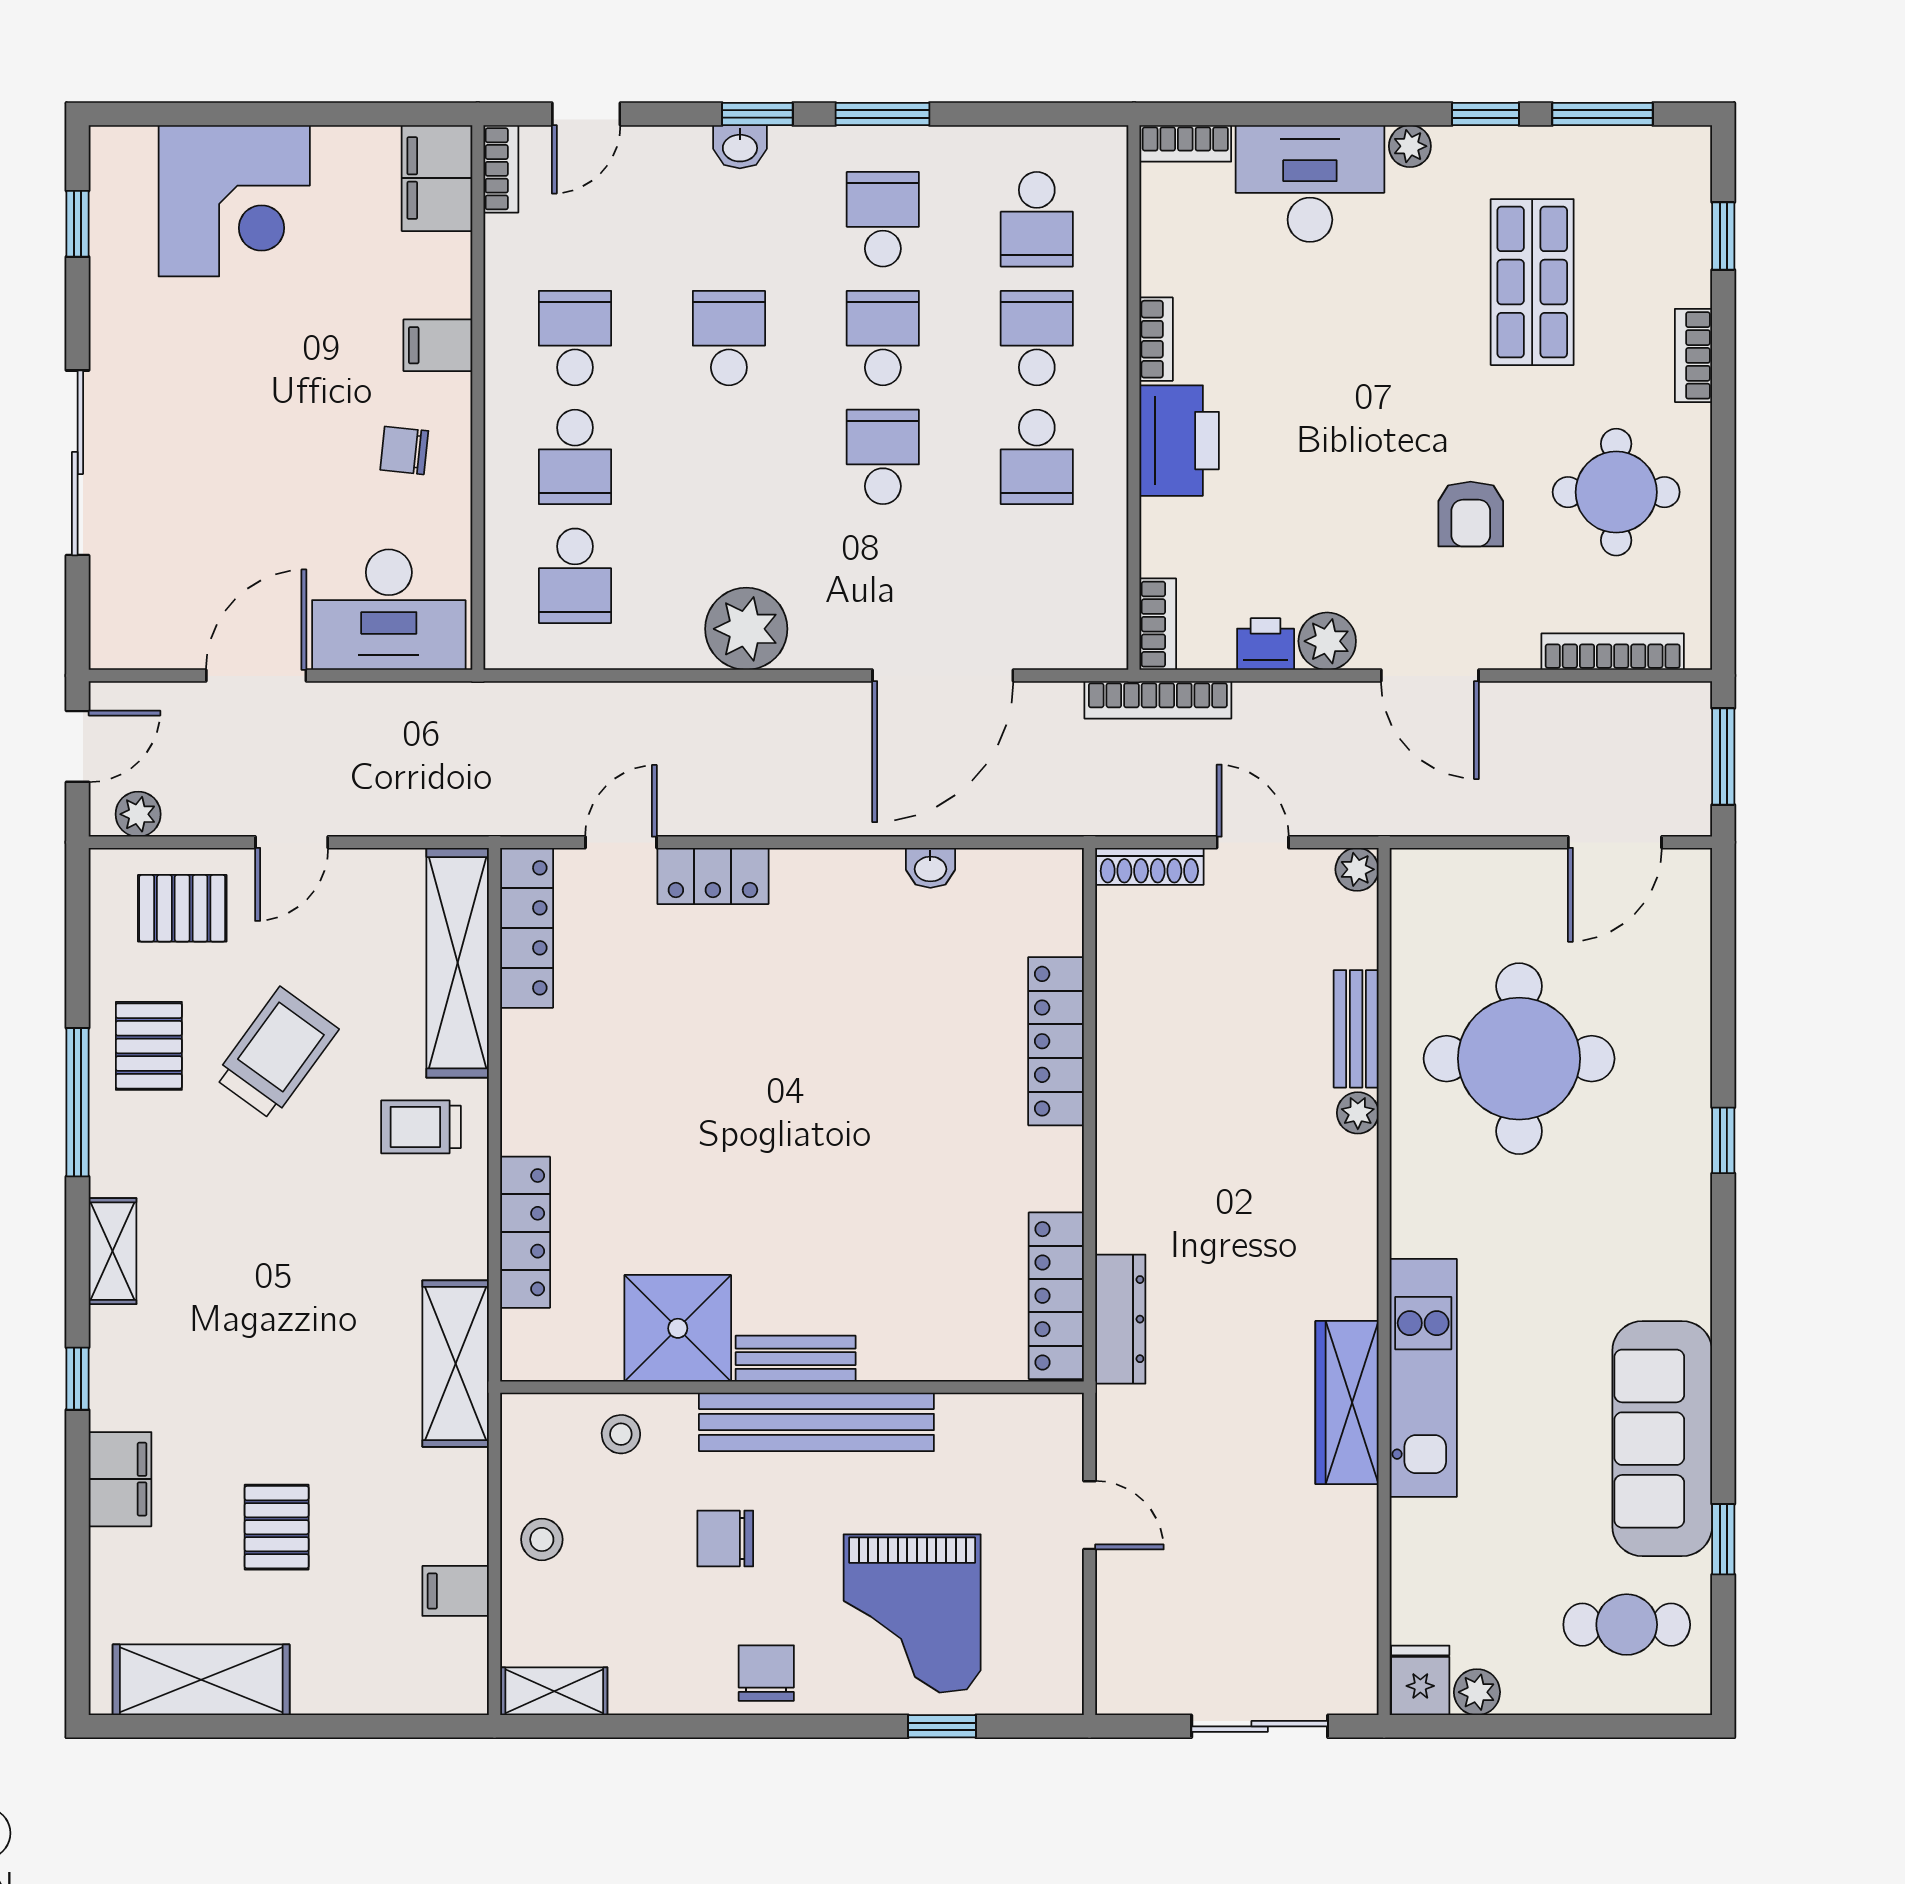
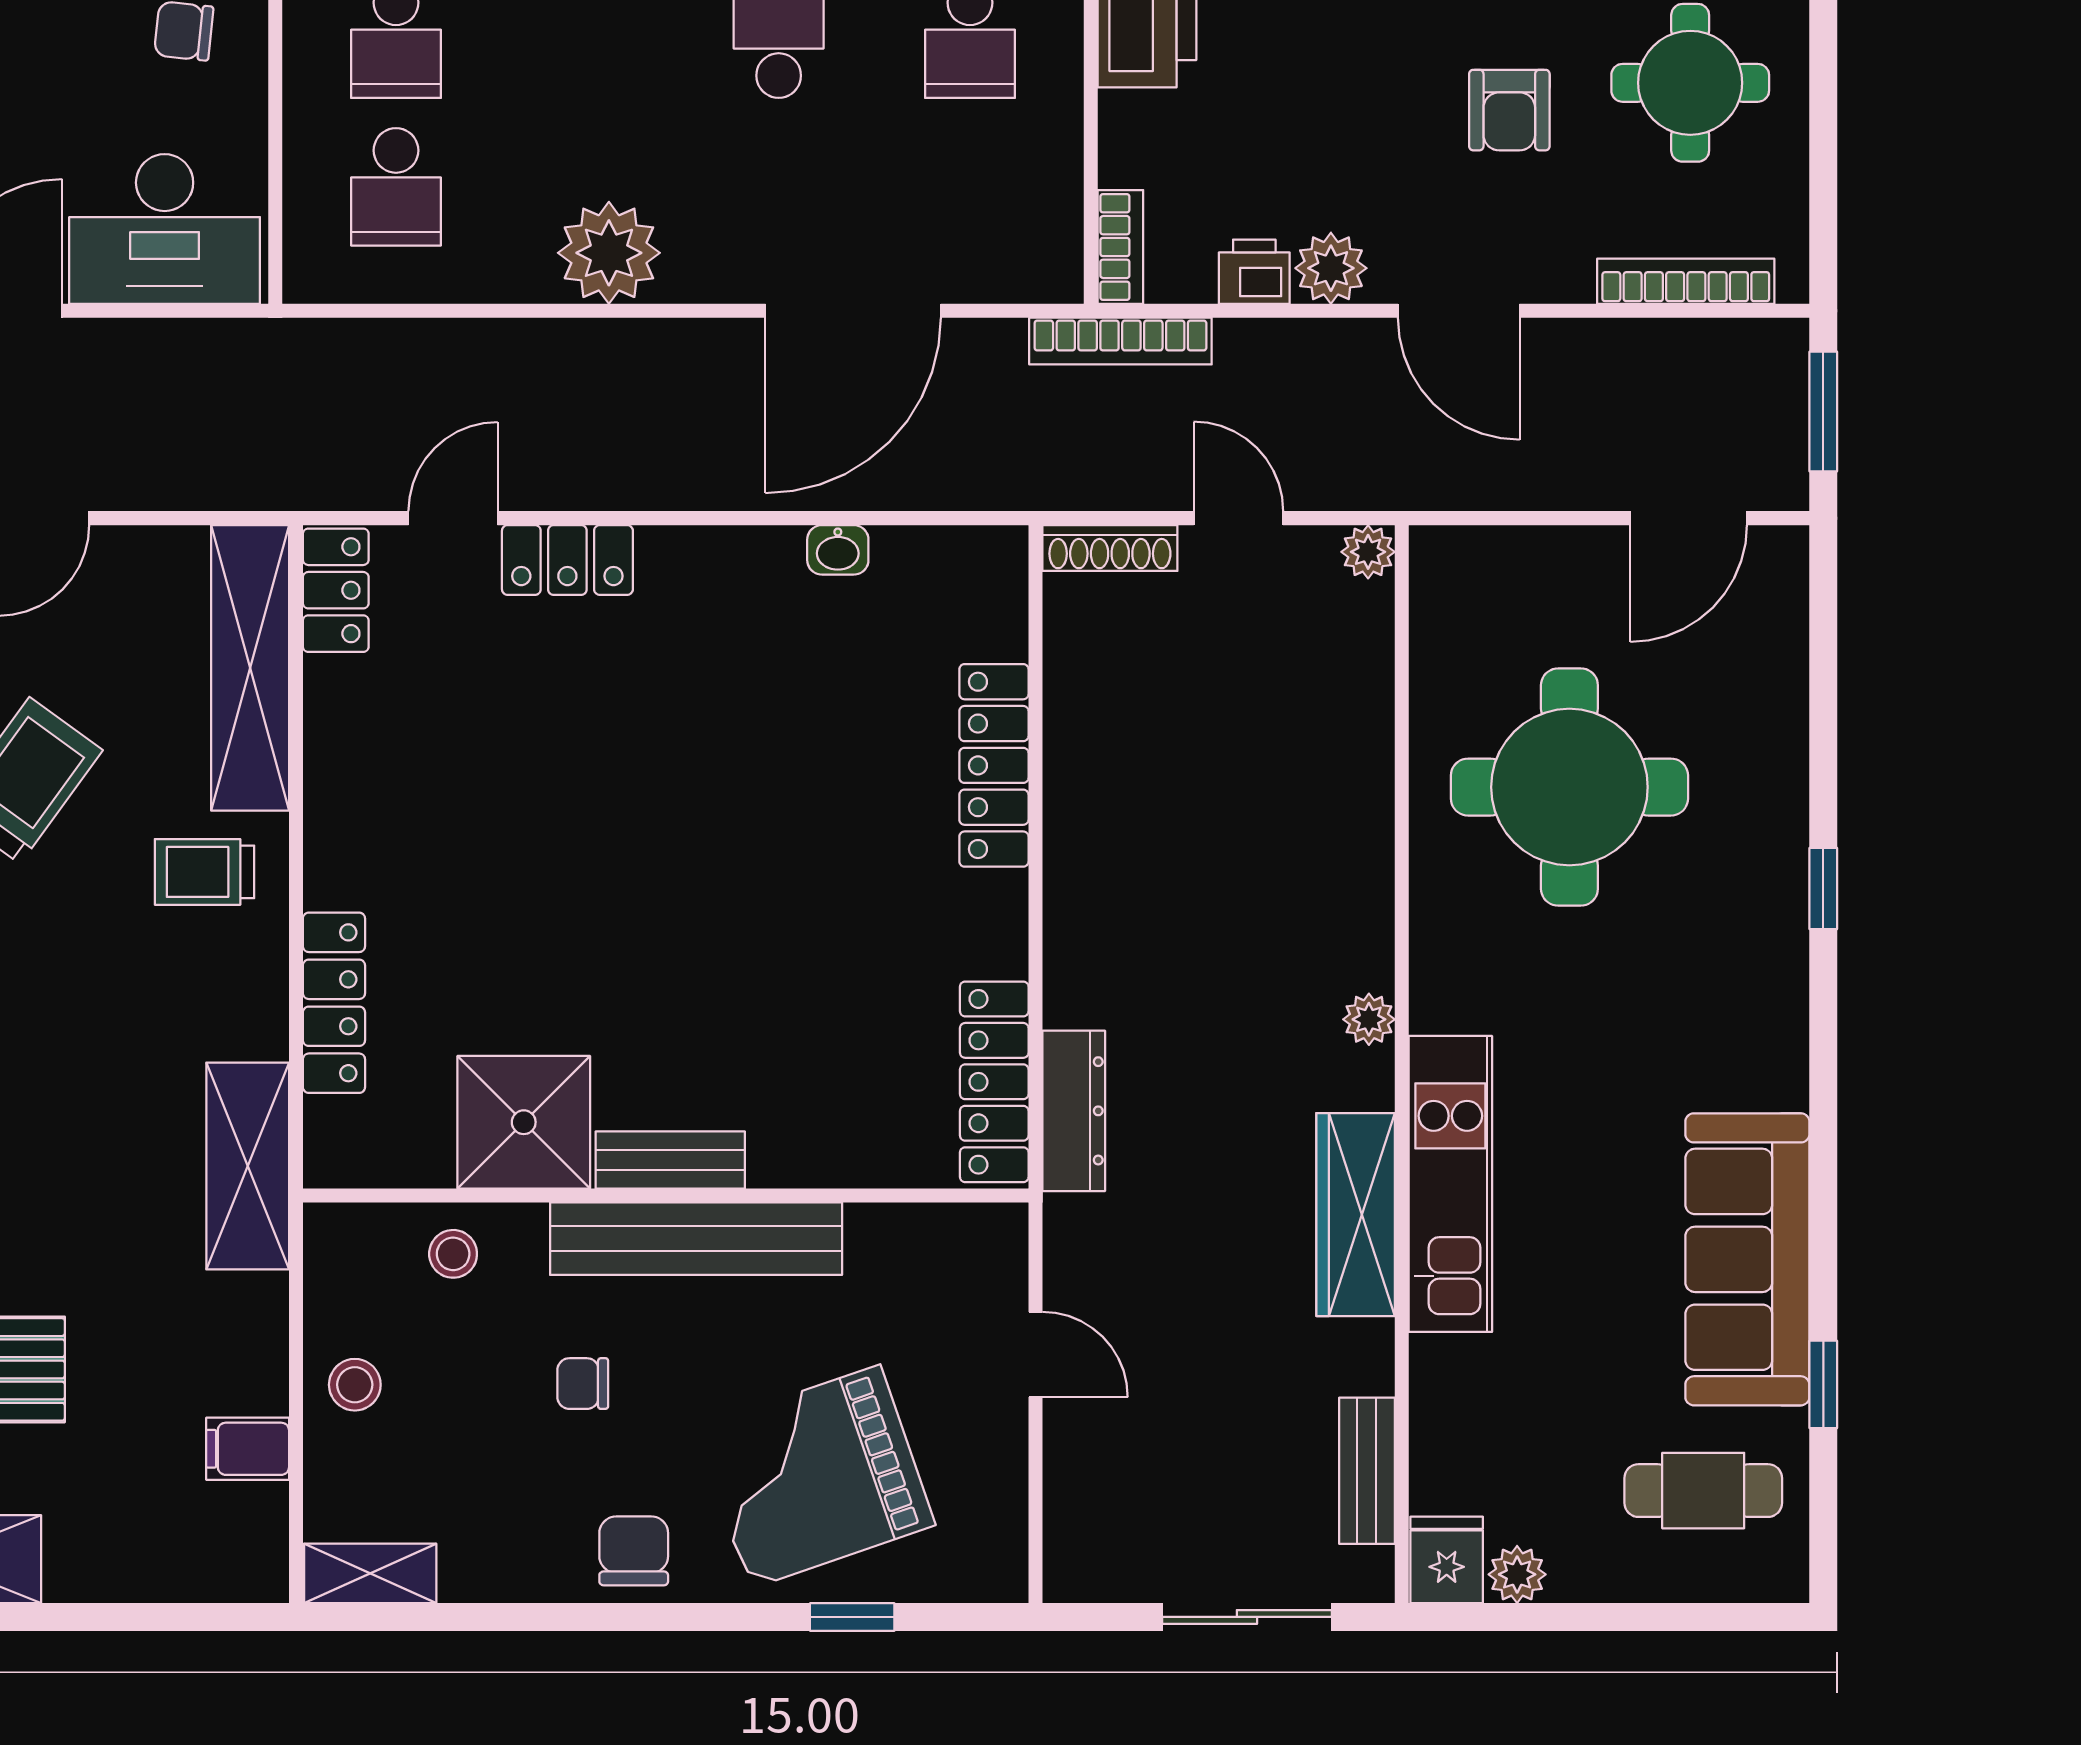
locker: (527, 928) -> (336, 590), width x0.66
bench: (1356, 1029) -> (1367, 1471), moved
plant: (1358, 1113) -> (1369, 1019), moved
chair: (725, 1539) -> (583, 1384), width x0.73, depth x0.73
grand piano: (912, 1613) -> (815, 1477), turned 71

